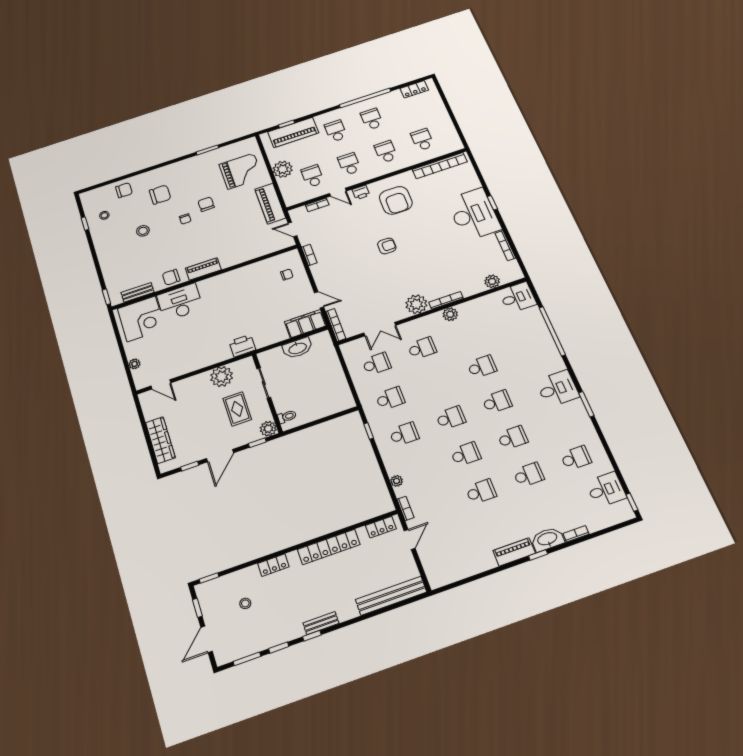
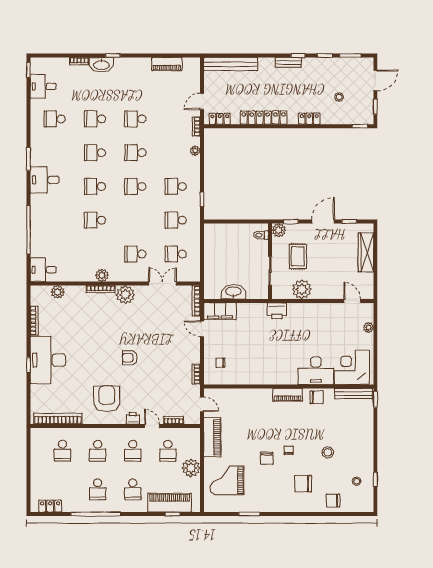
bench: (138, 292) -> (353, 394), width x1.36
piano: (514, 552) -> (167, 64), moved

